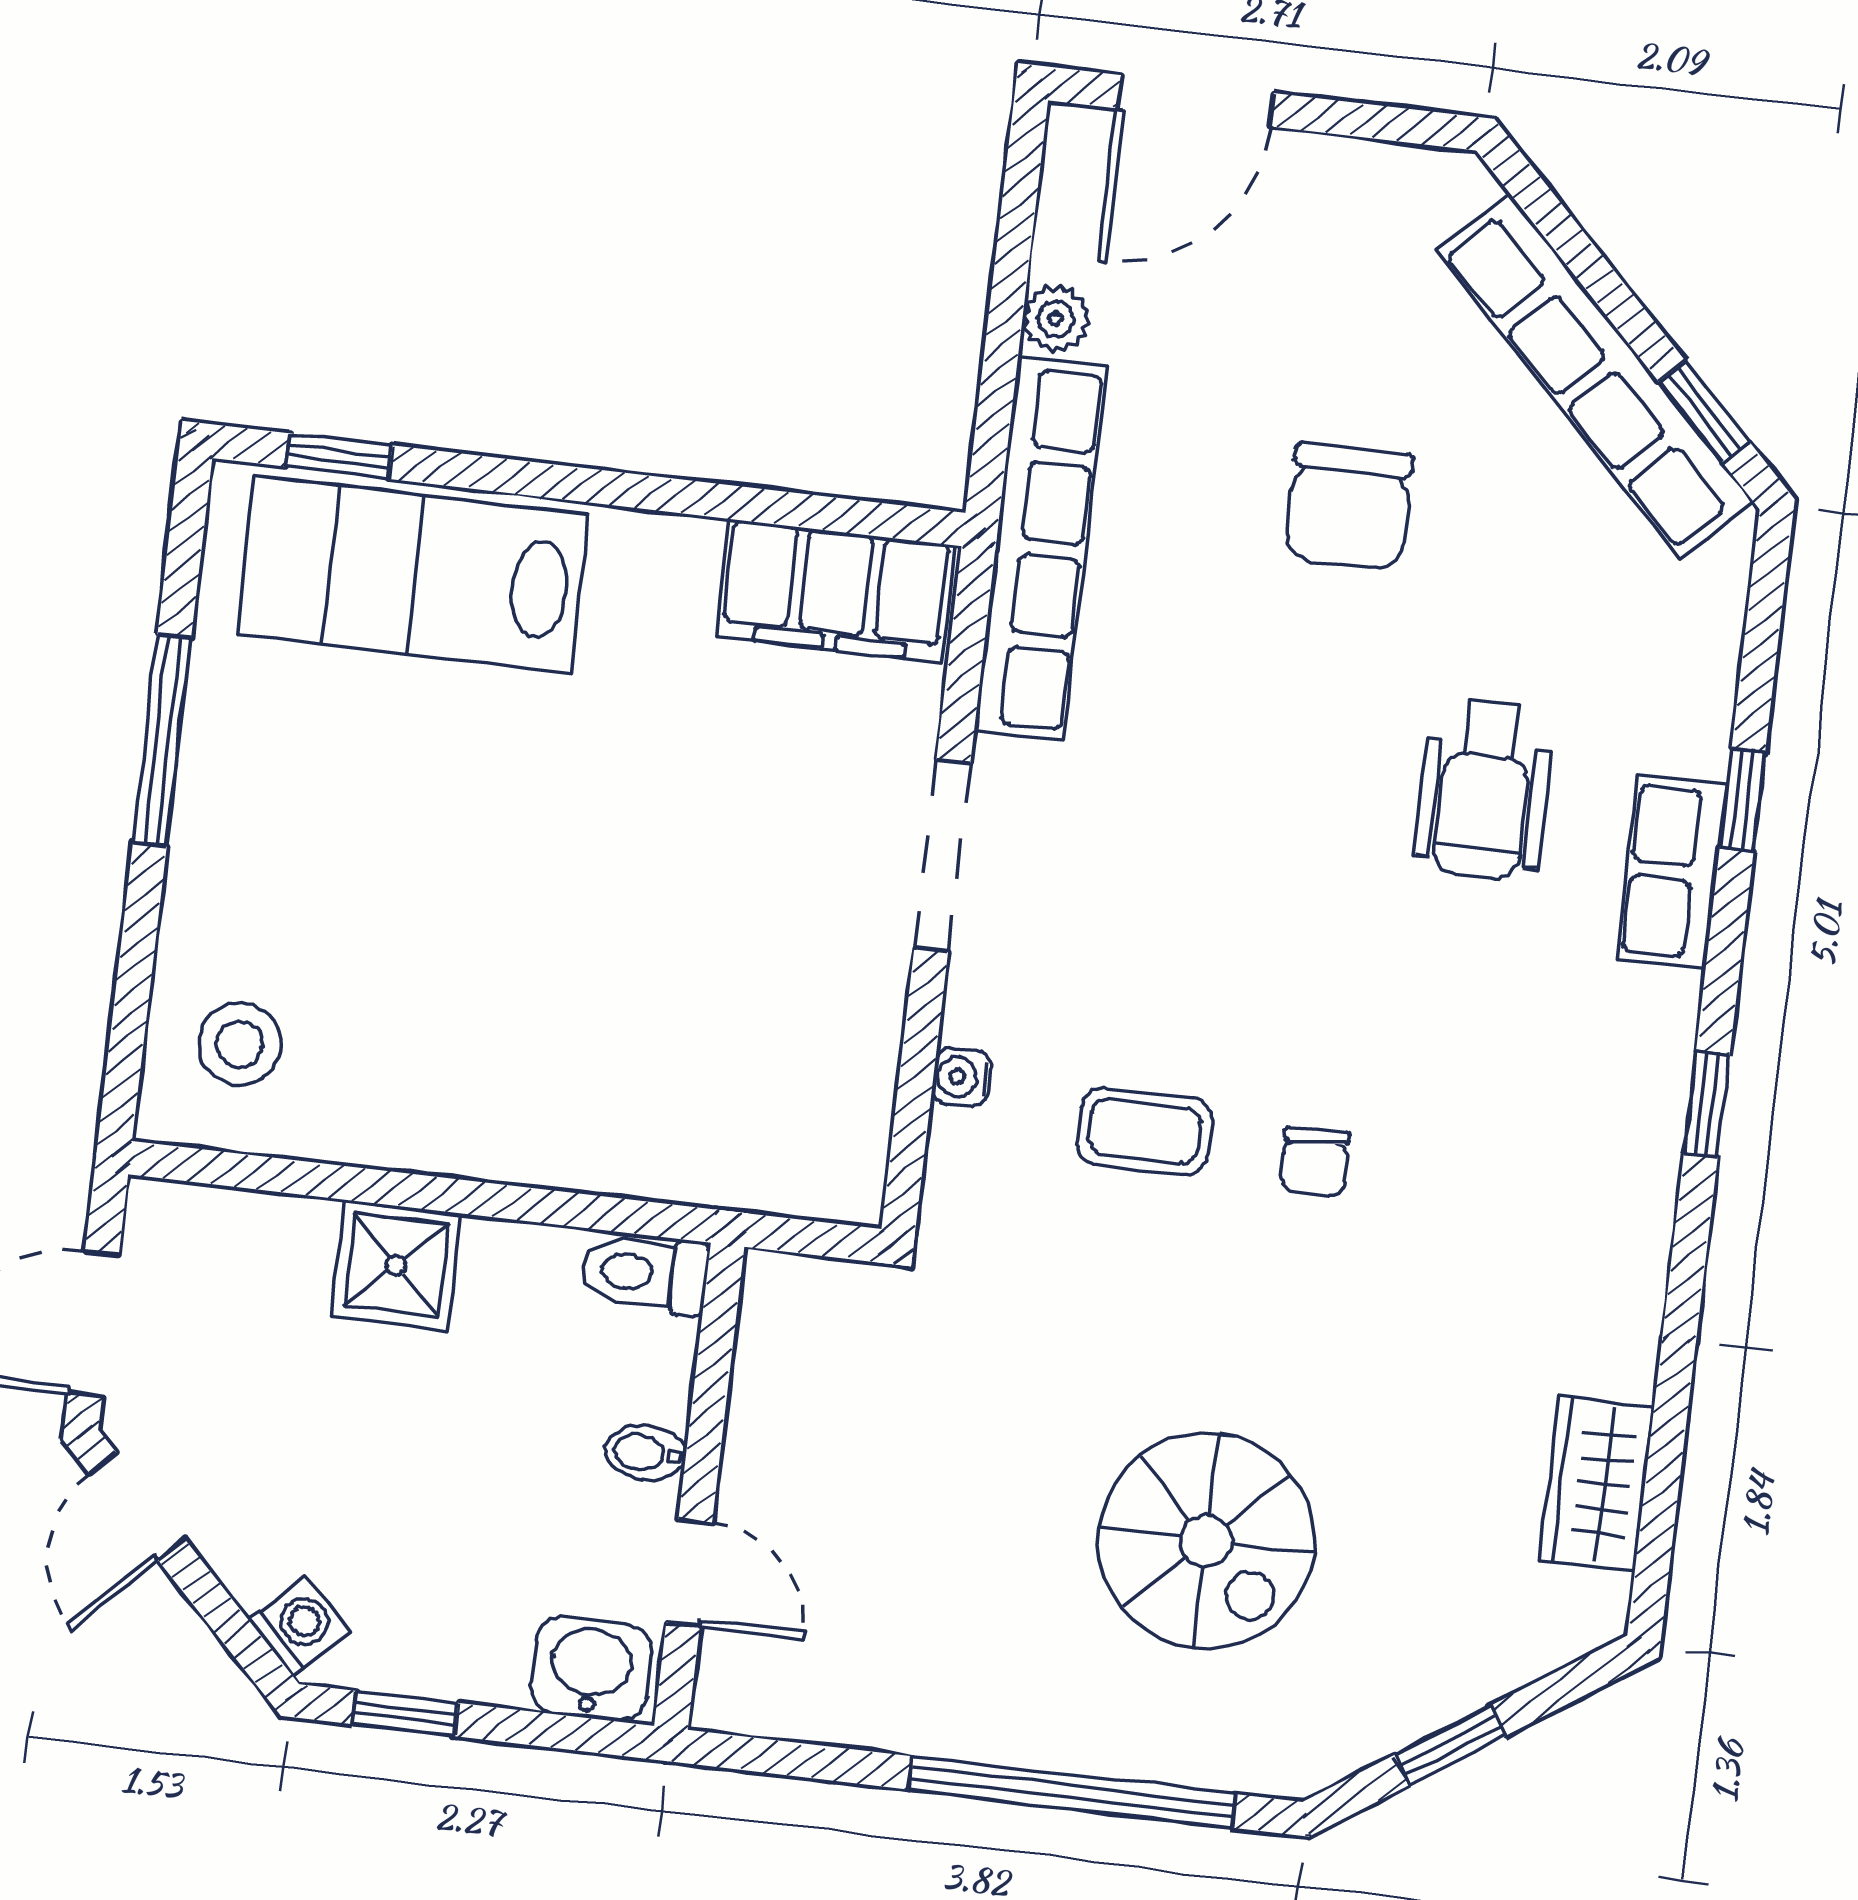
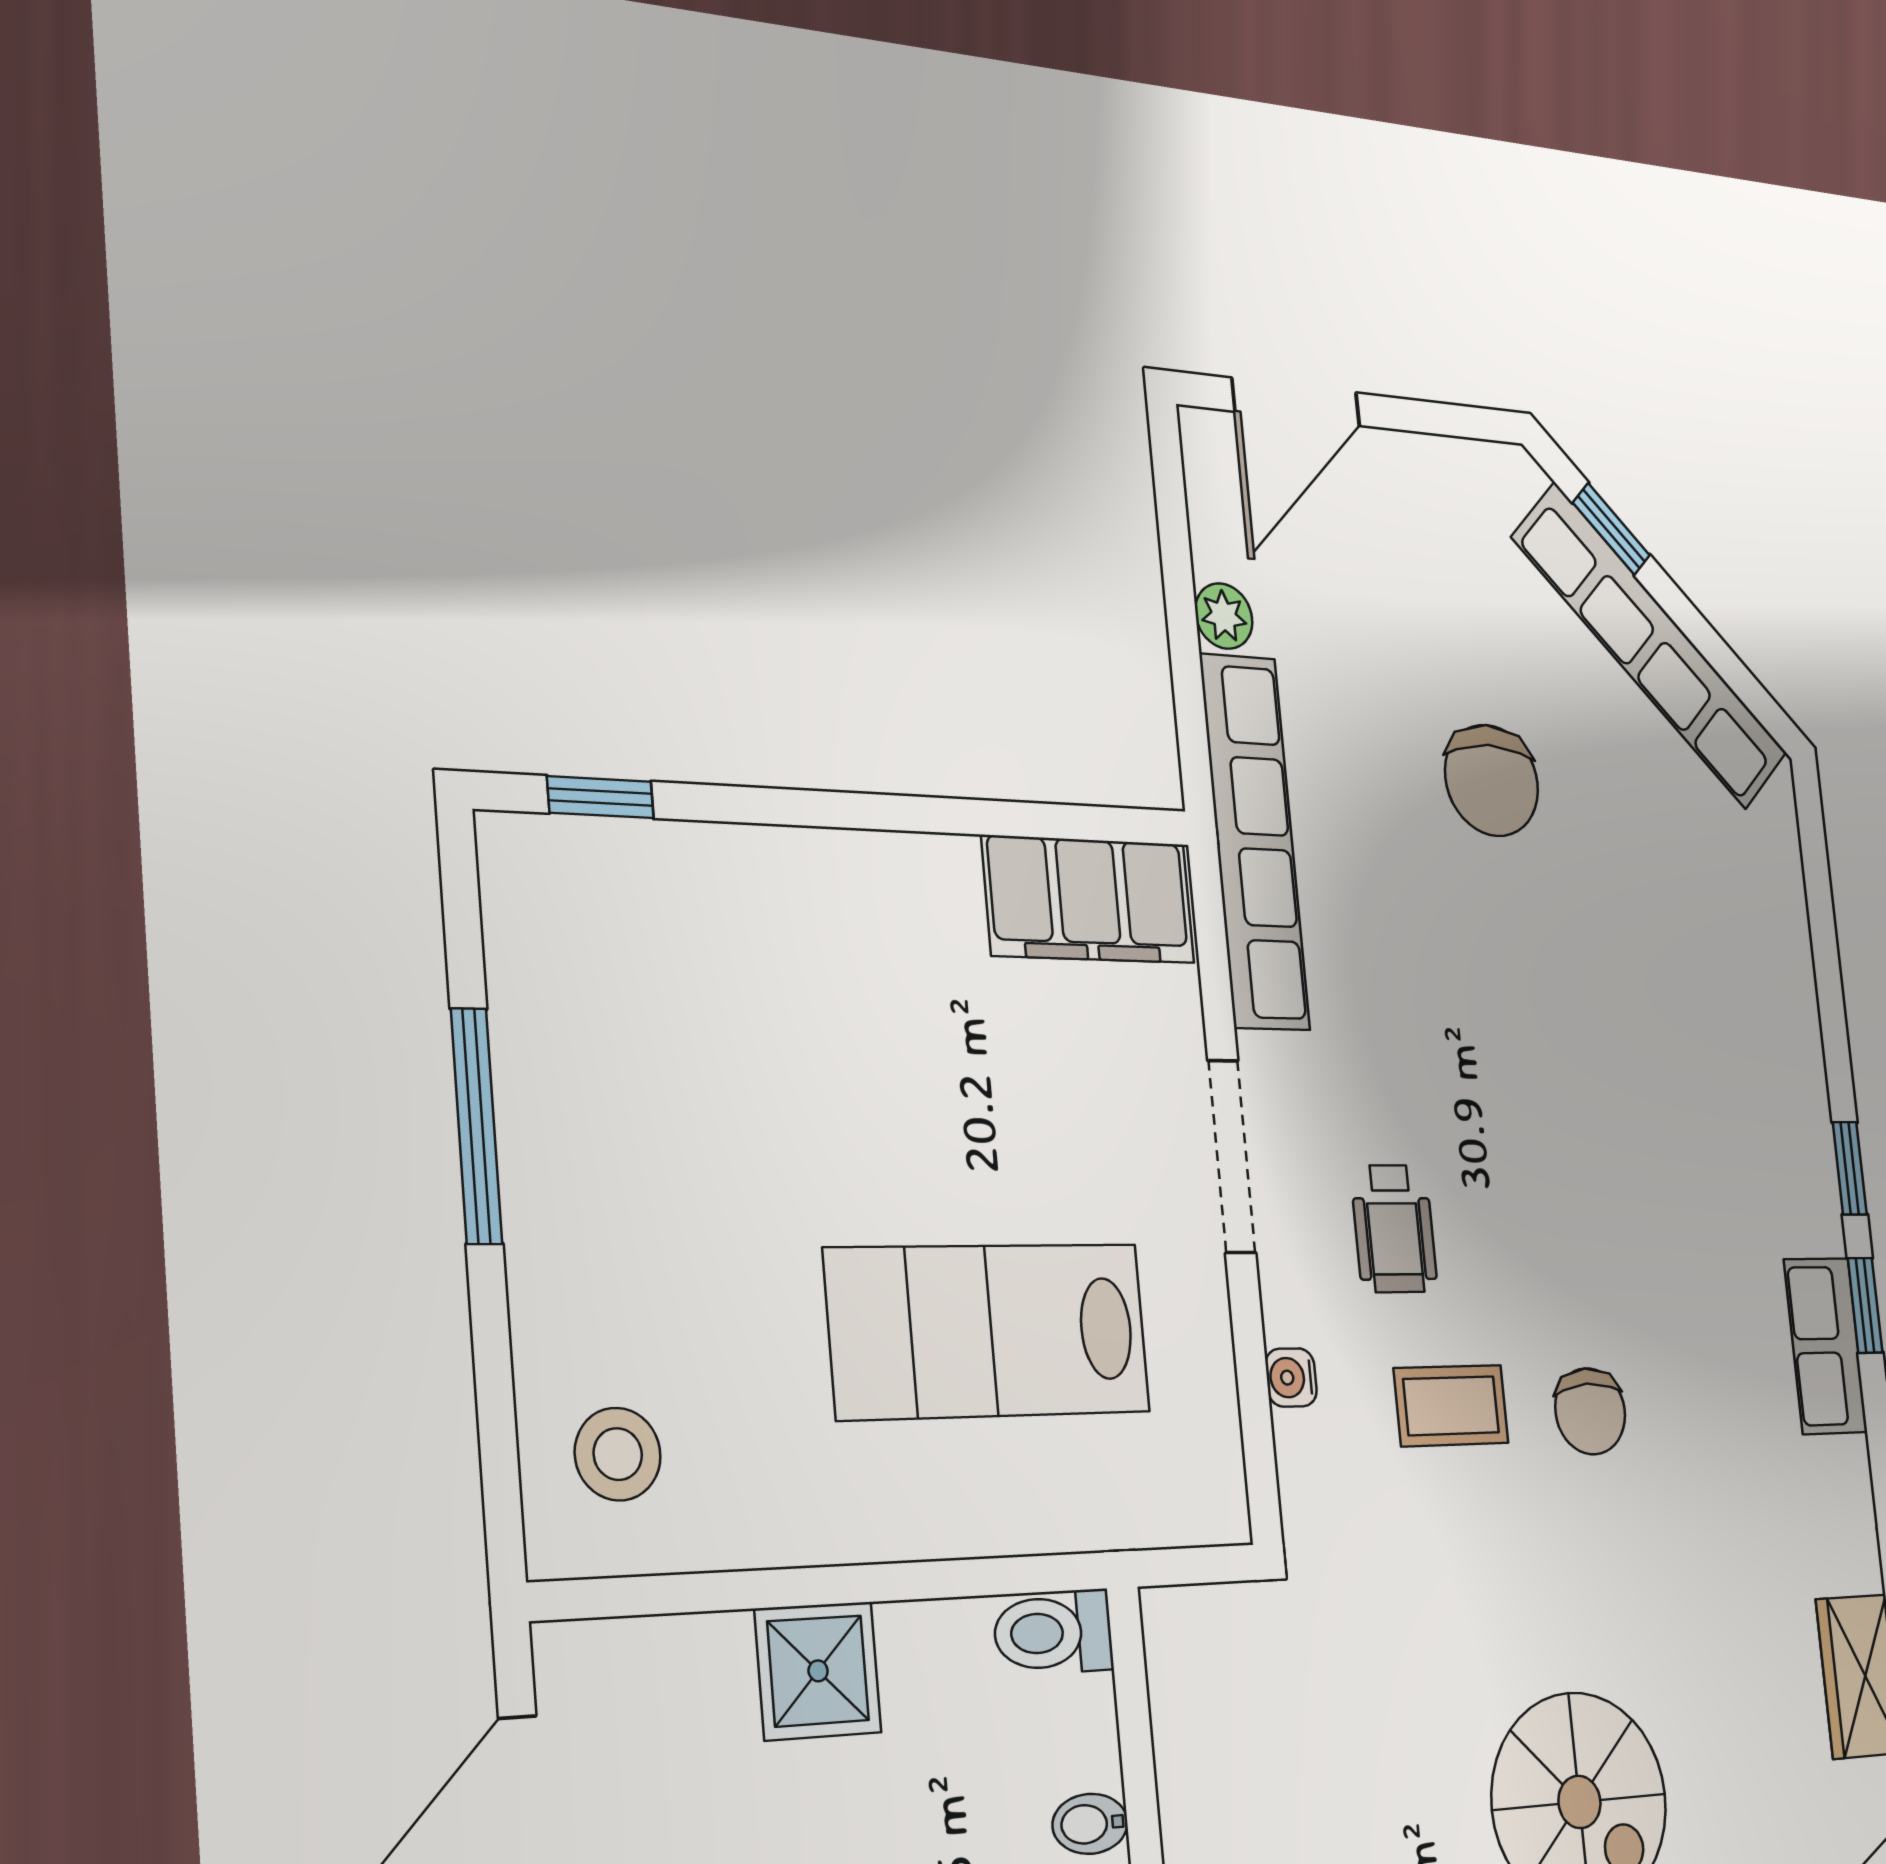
window: (1704, 412) -> (1611, 529), moved
lab bench: (412, 574) -> (989, 1331), moved
wheelchair: (1484, 790) -> (1394, 1229), moved, width x0.73, depth x0.73
window: (1742, 800) -> (1850, 1168), moved
row of seats: (1672, 872) -> (1826, 1346), moved
chair: (1315, 1162) -> (1590, 1411), width x1.37, depth x1.37

